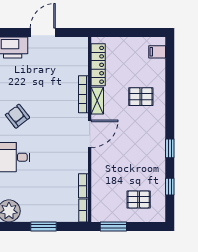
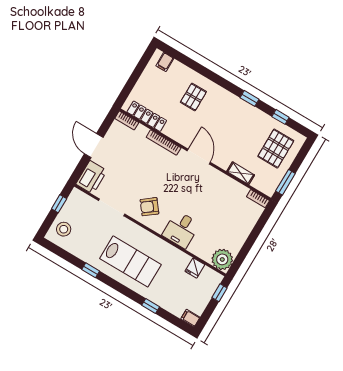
shelving: (97, 101) -> (241, 173), moved
bookcase: (83, 186) -> (127, 120), moved
pallet: (139, 199) -> (276, 149), width x1.50, depth x1.42
window: (43, 226) -> (252, 239), removed

